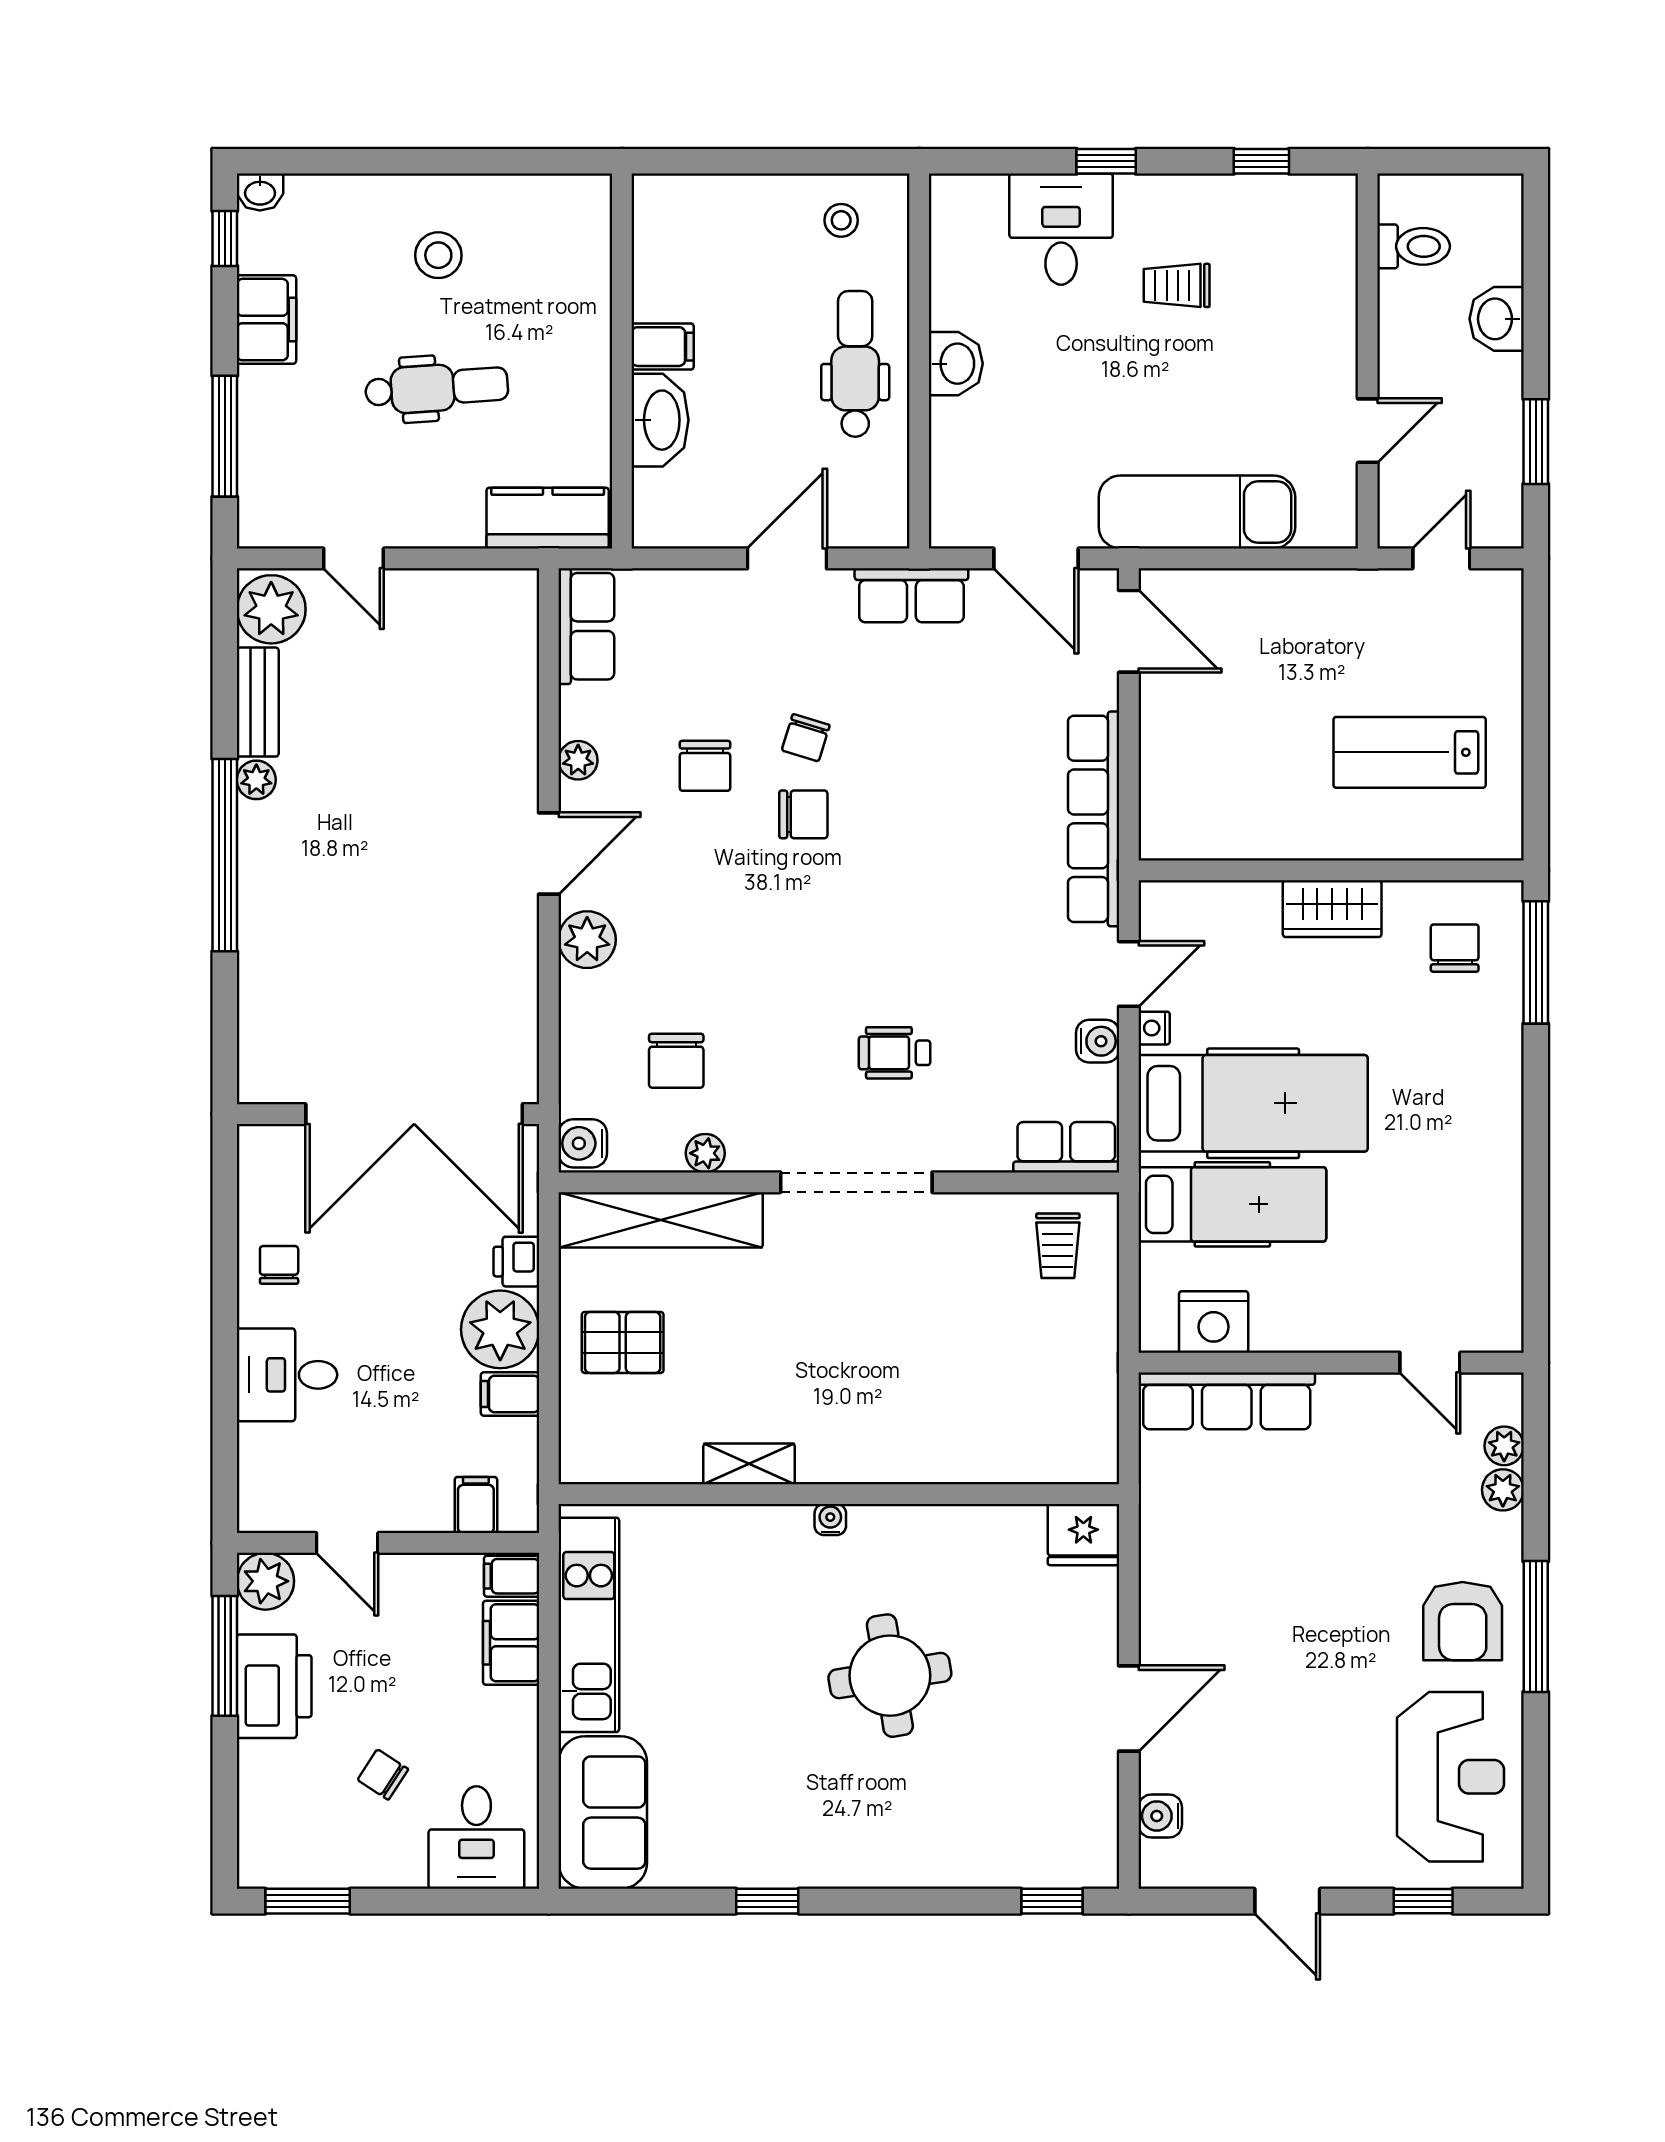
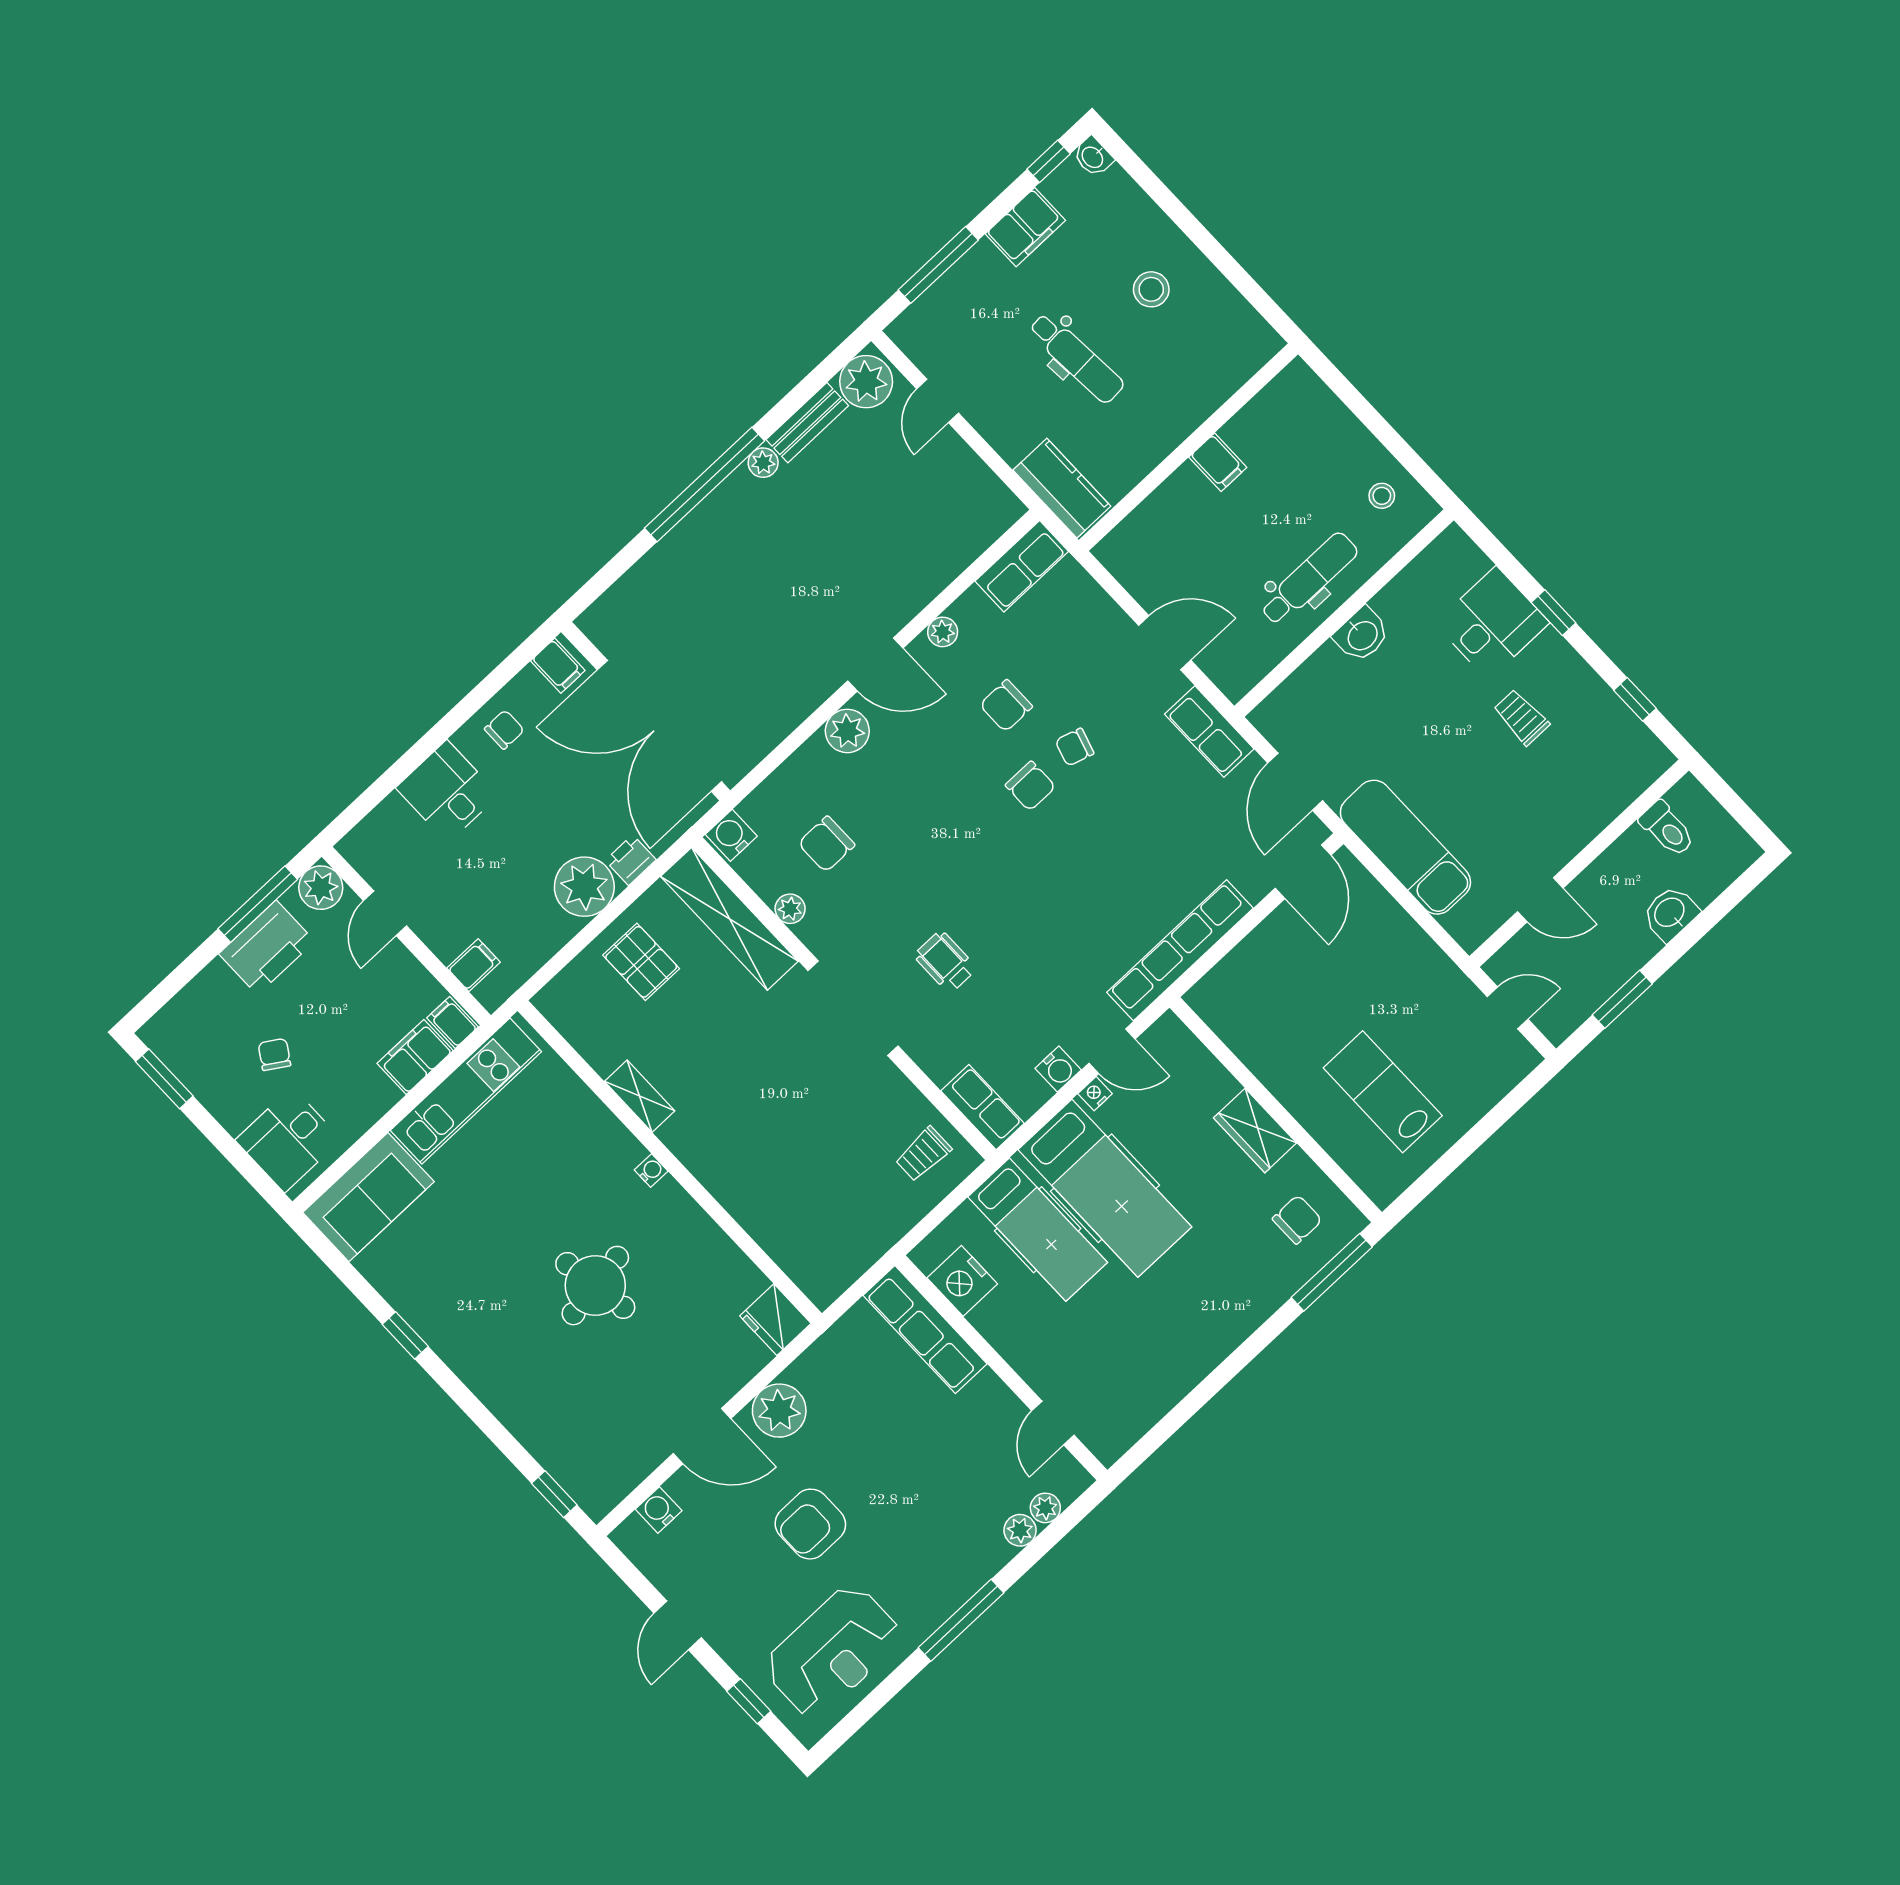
washbasin: (660, 420) -> (1175, 499), removed
filing cabinet: (510, 1394) -> (558, 666), moved, turned 180
plant: (1173, 1612) -> (779, 1411), added
armchair: (1463, 1621) -> (810, 1524), moved

